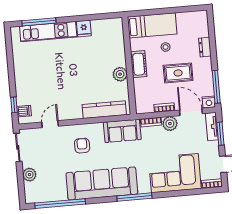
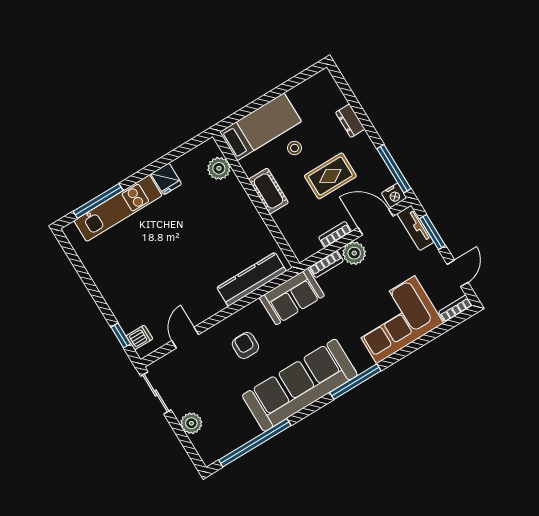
plant: (120, 74) -> (219, 168), moved

